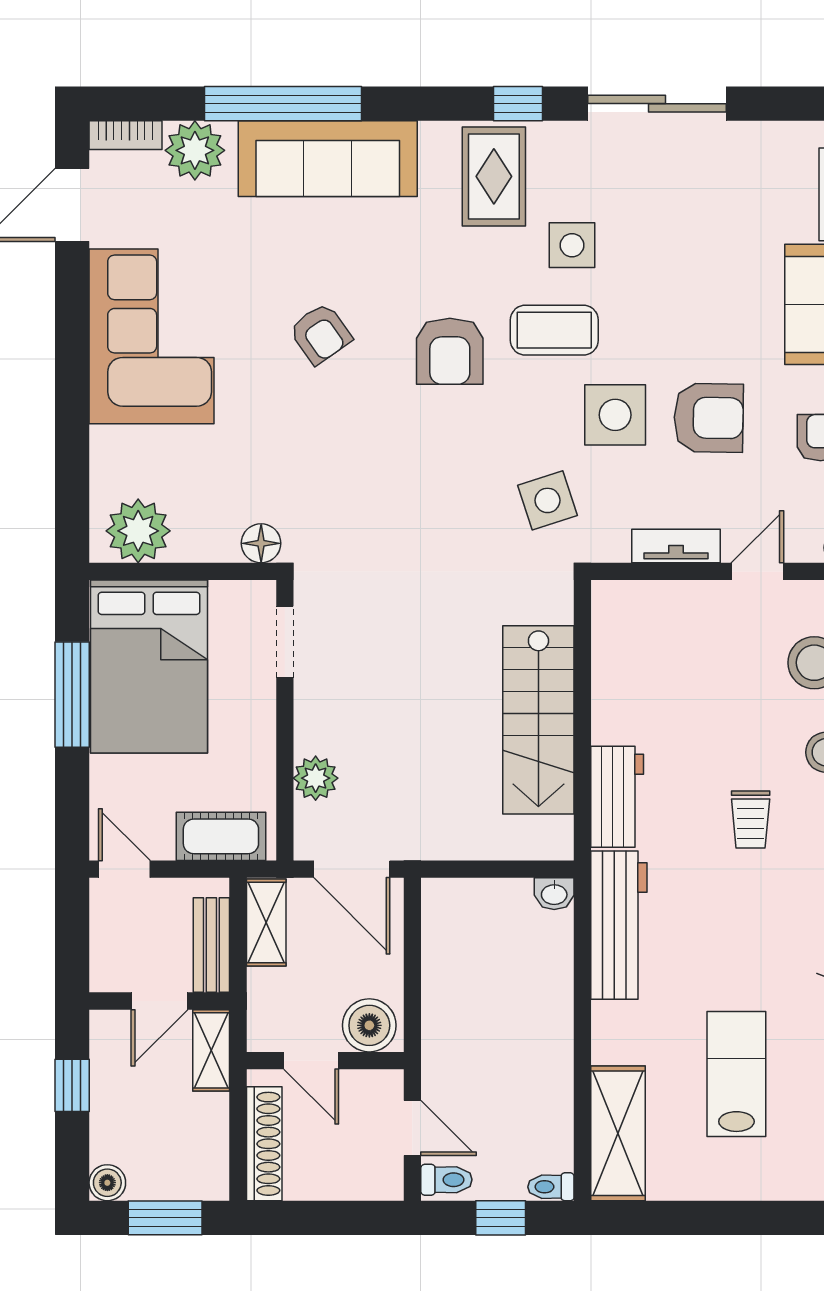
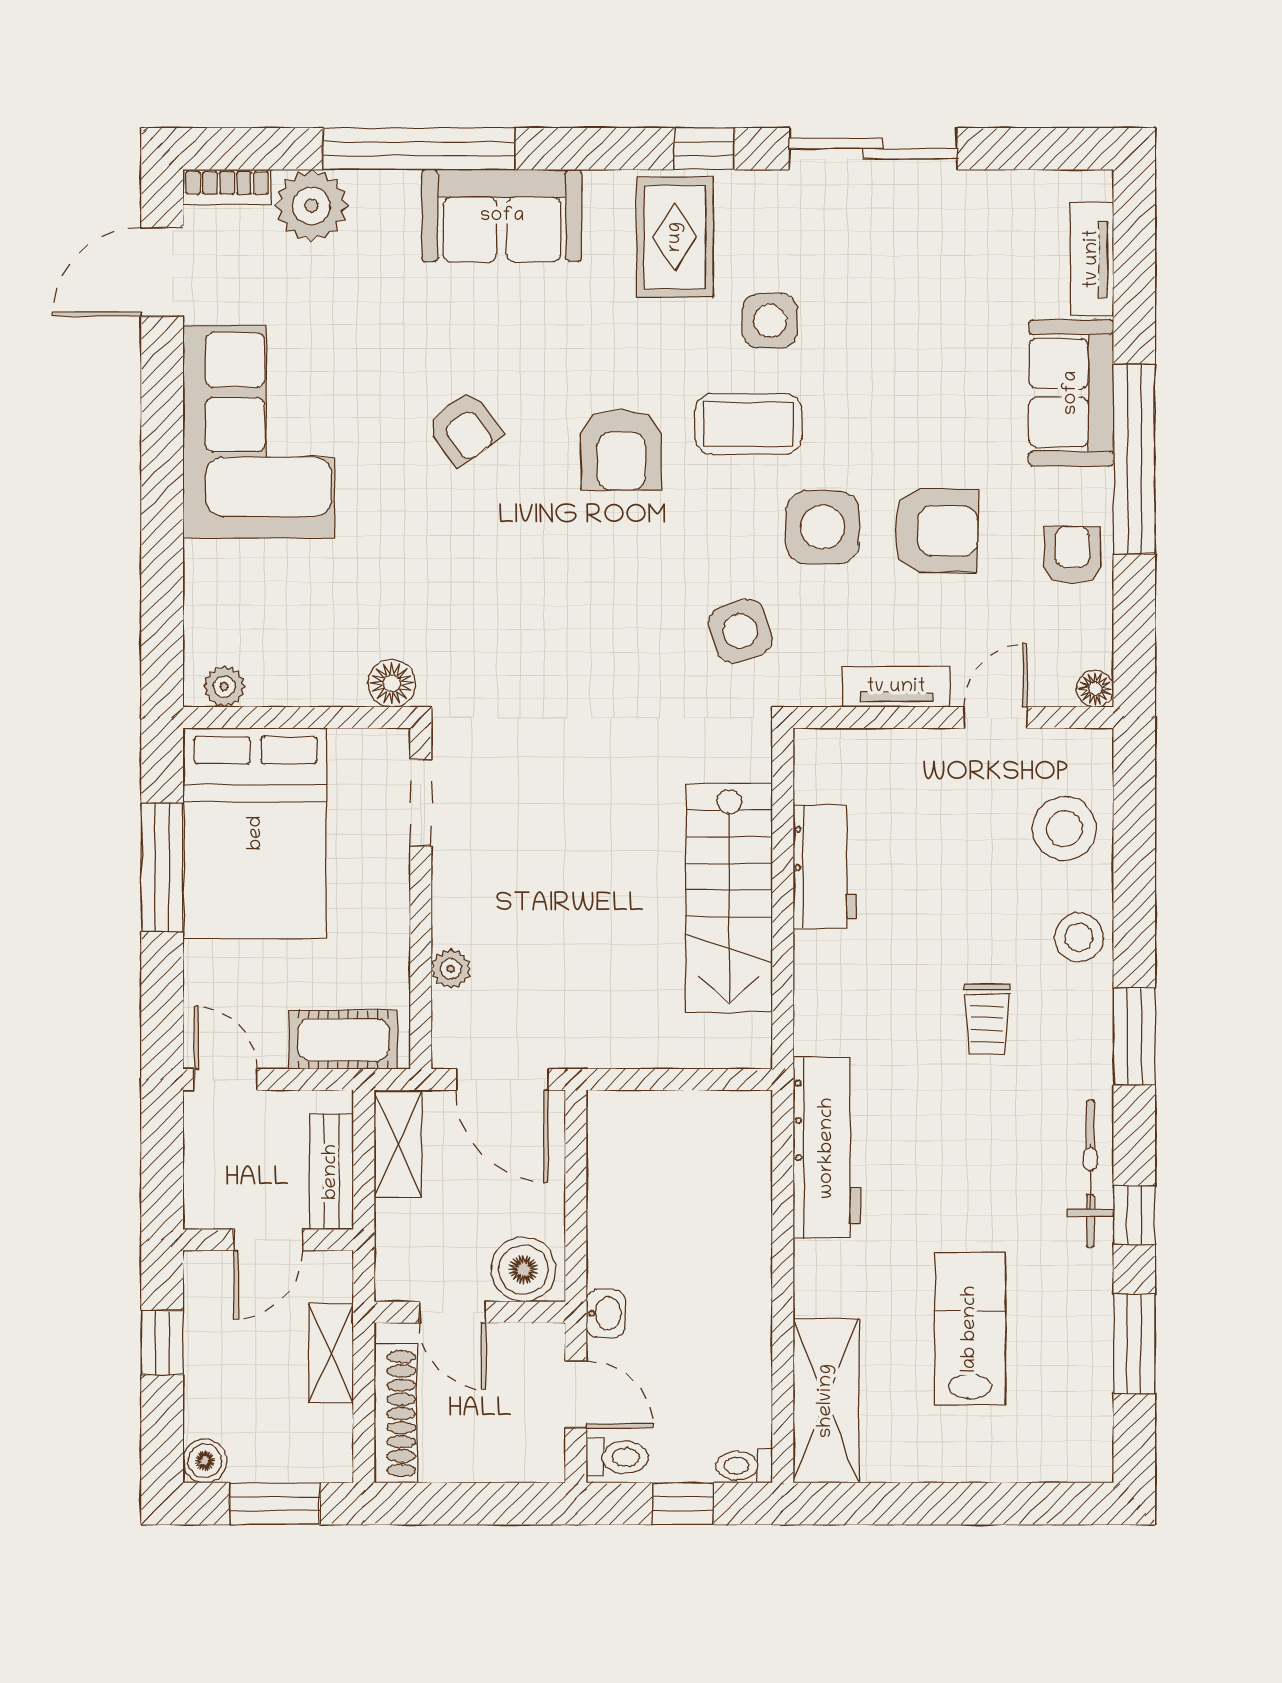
sofa: (328, 159) -> (502, 216), width x0.73
plant: (138, 531) -> (224, 686), width x0.53, depth x0.53
plant: (316, 778) -> (451, 969), width x0.73, depth x0.73
workbench: (617, 797) -> (825, 867), moved
washbasin: (554, 894) -> (606, 1313), moved, turned -90
shelving: (211, 1050) -> (331, 1353), moved

